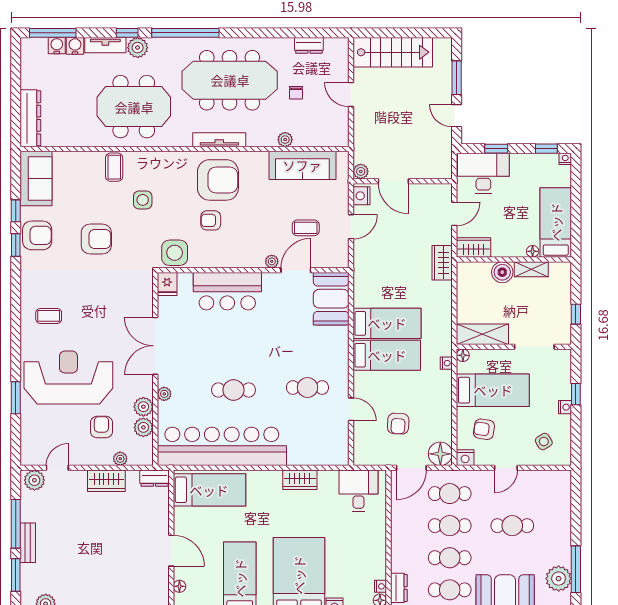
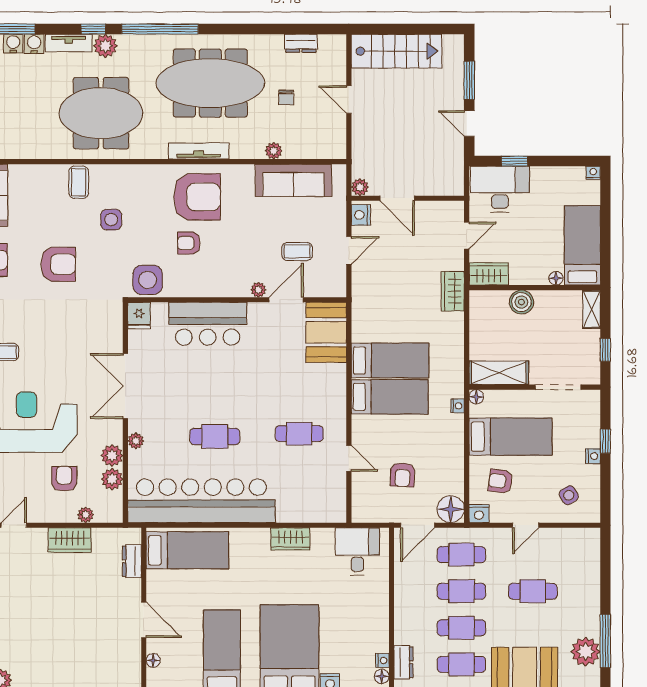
window: (546, 149) -> (572, 161), removed
shelving: (531, 269) -> (592, 309), moved, turned 90
dresser: (154, 478) -> (132, 561), moved, turned 90

